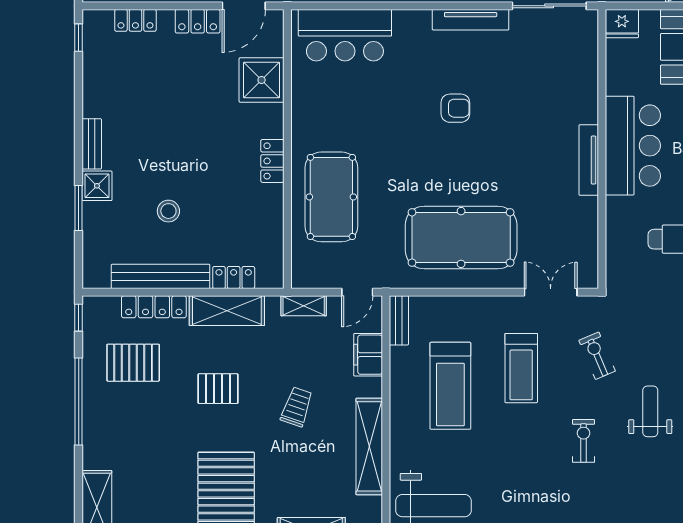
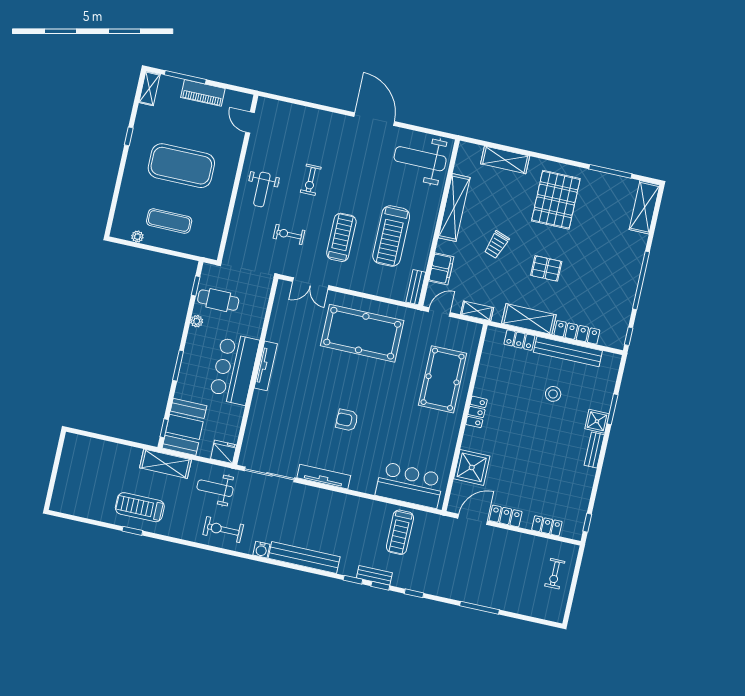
exercise bike: (597, 356) -> (289, 234), turned 113
pallet: (133, 363) -> (599, 298), removed
treadmill: (450, 386) -> (391, 236), turned 180

